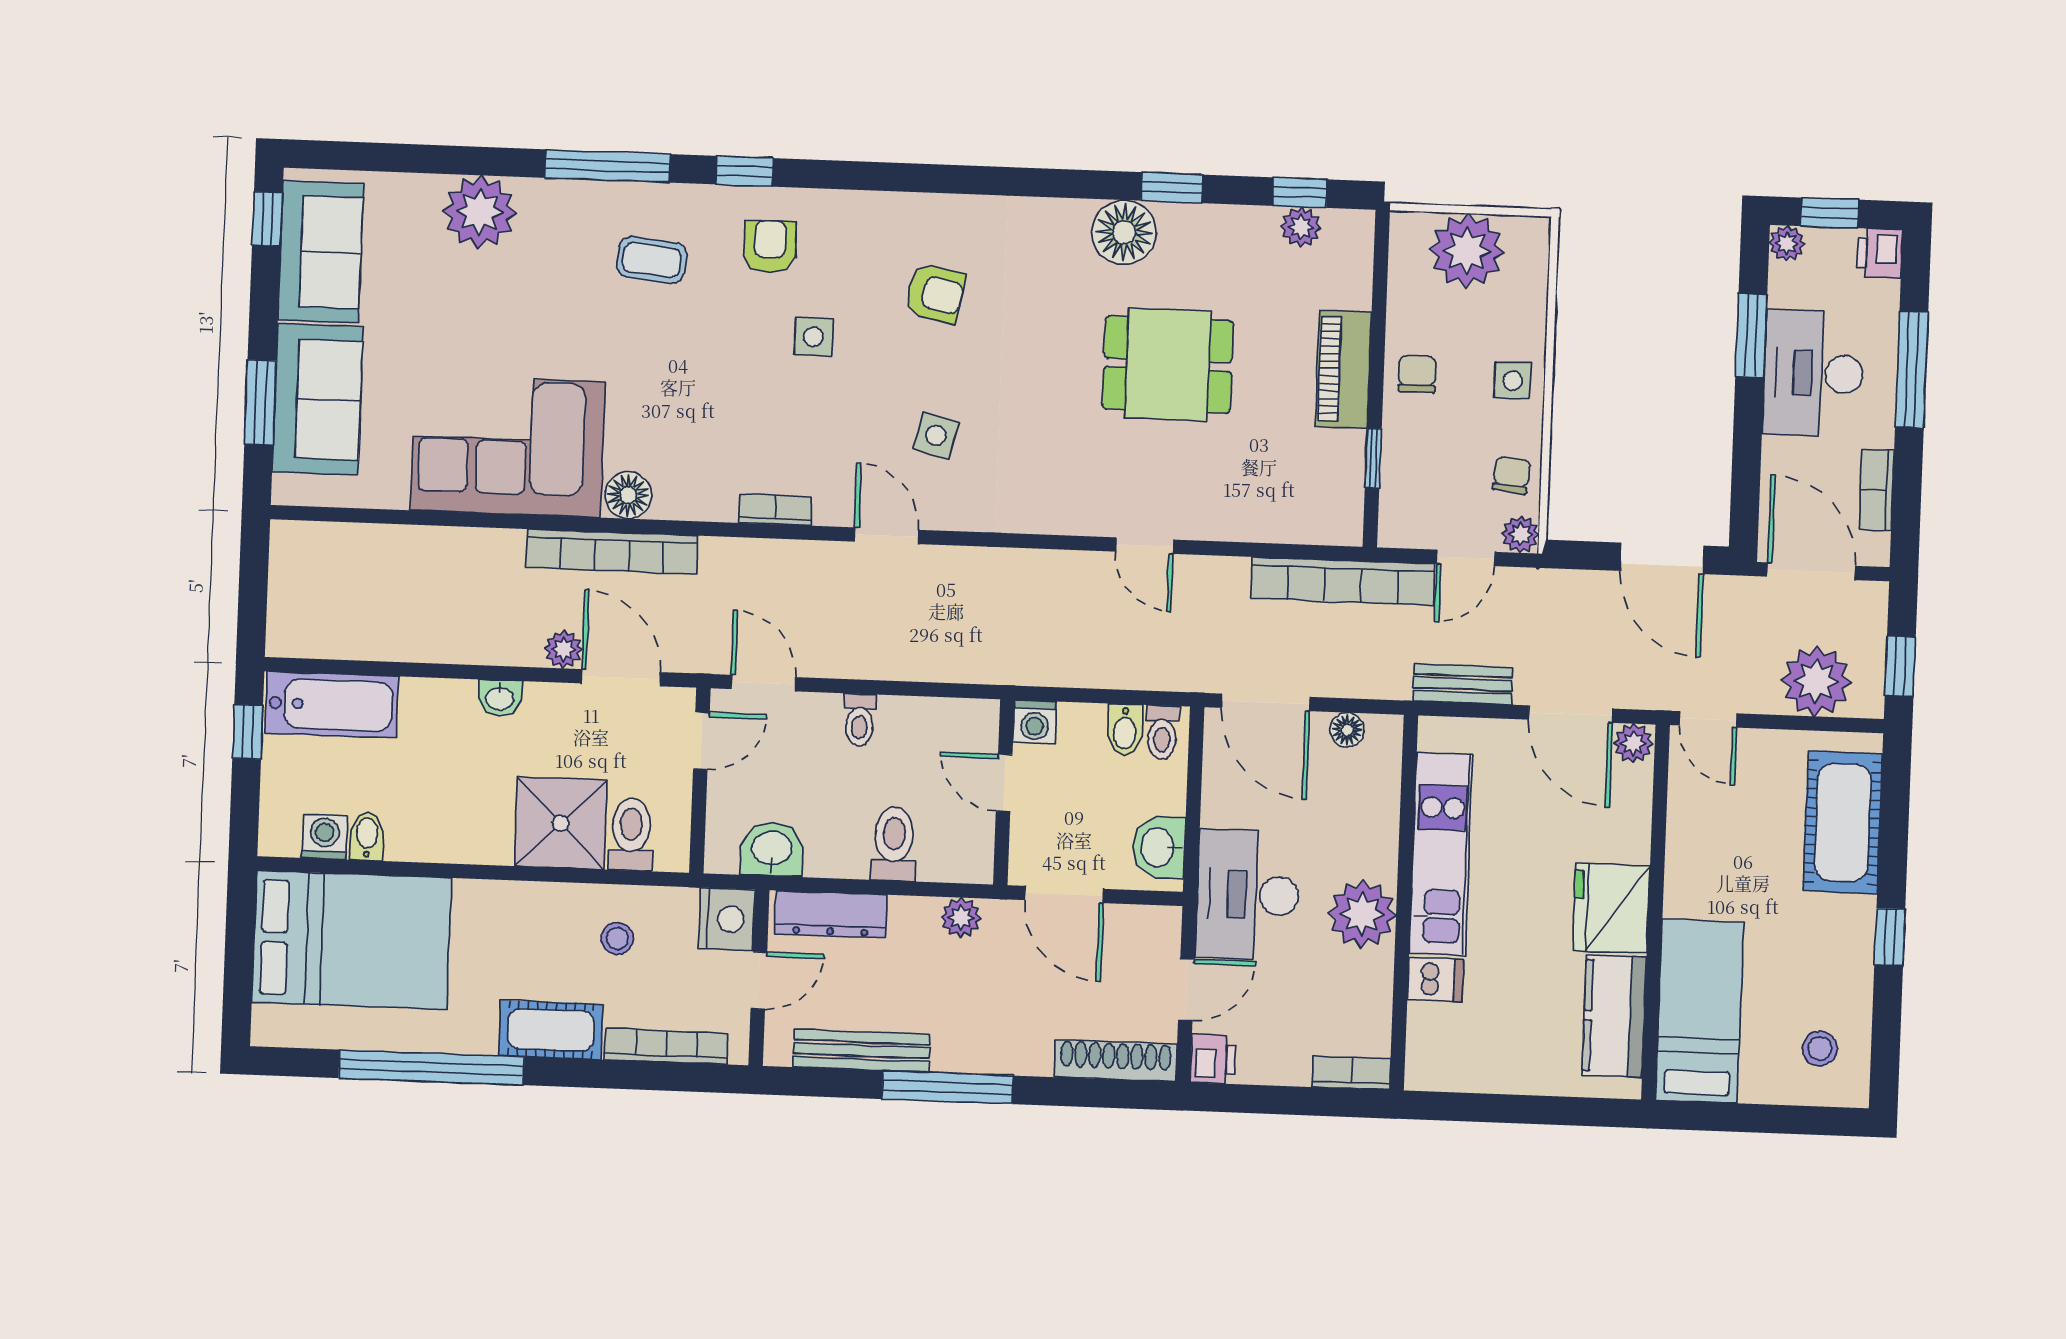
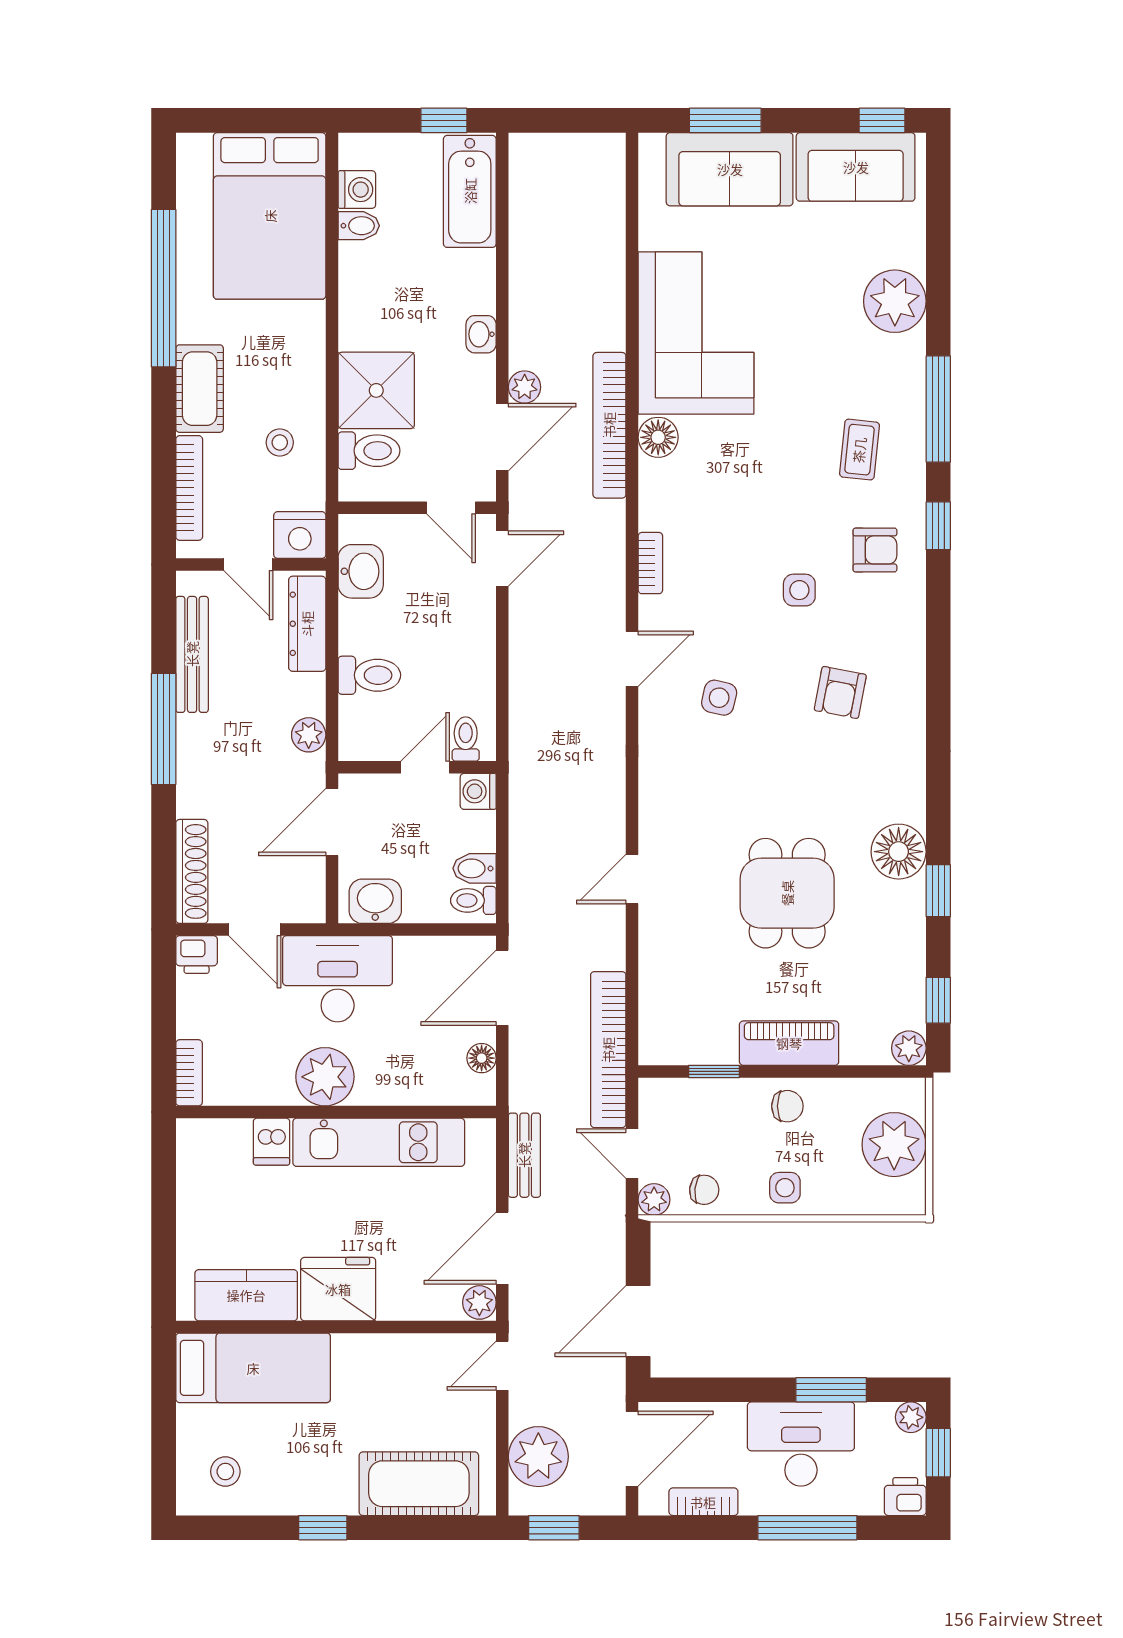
plant: (1301, 227) -> (909, 1048), moved
toilet: (860, 720) -> (466, 739), moved, turned 90

